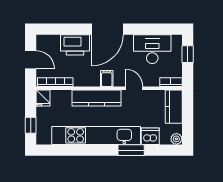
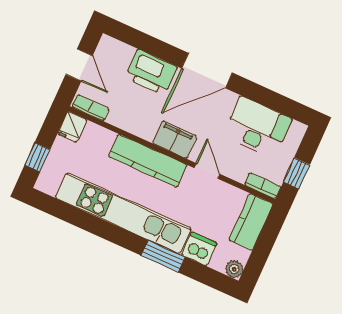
window: (188, 54) -> (297, 173), moved
filing cabinet: (107, 78) -> (175, 140), width x2.00
bookcase: (55, 82) -> (91, 108), width x0.64

